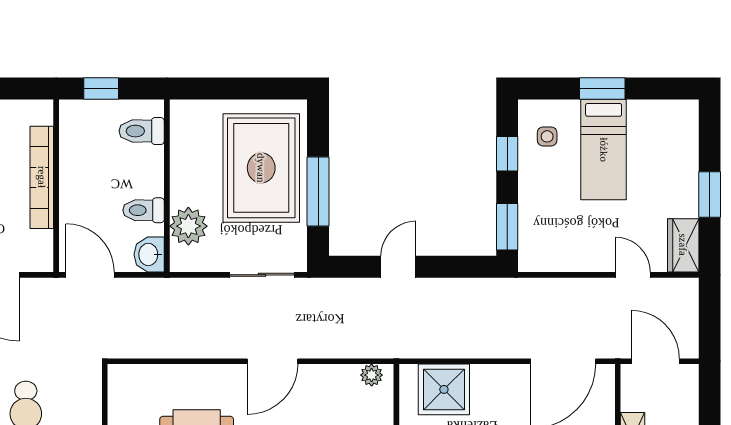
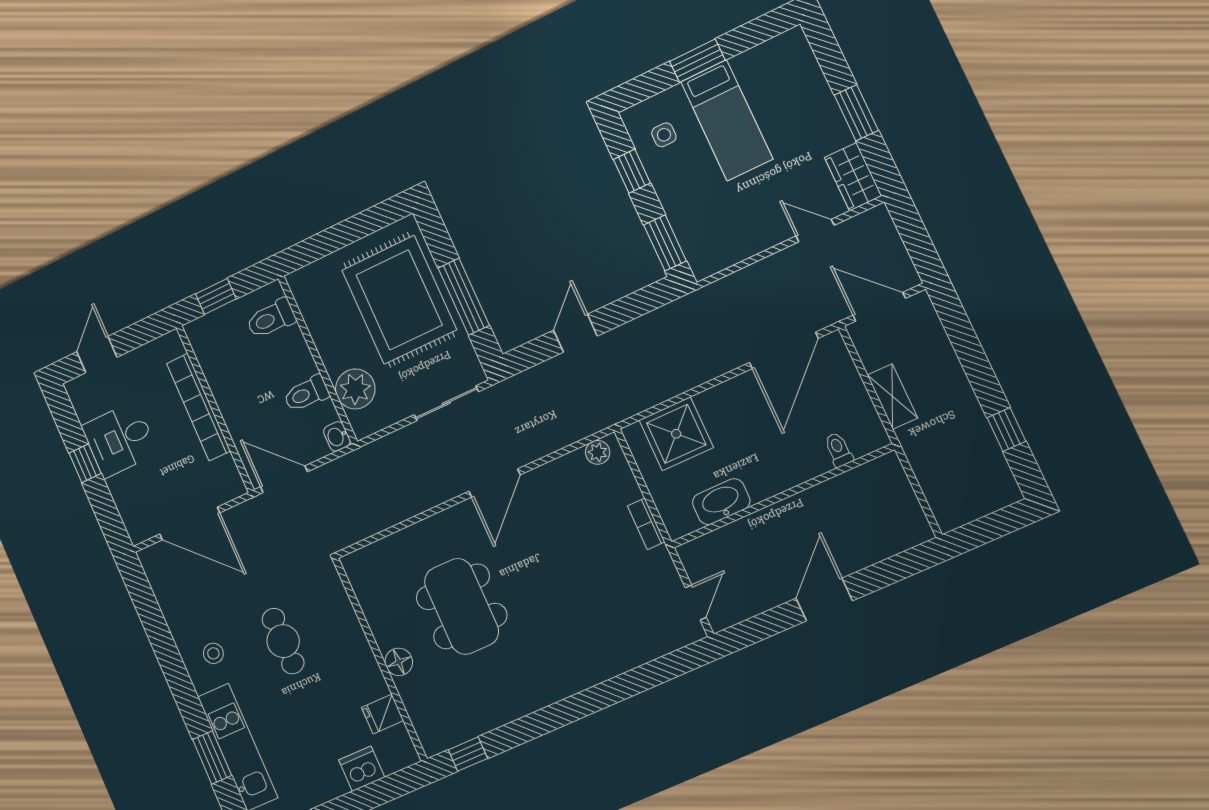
washbasin: (149, 254) -> (337, 436), width x0.72, depth x0.69

